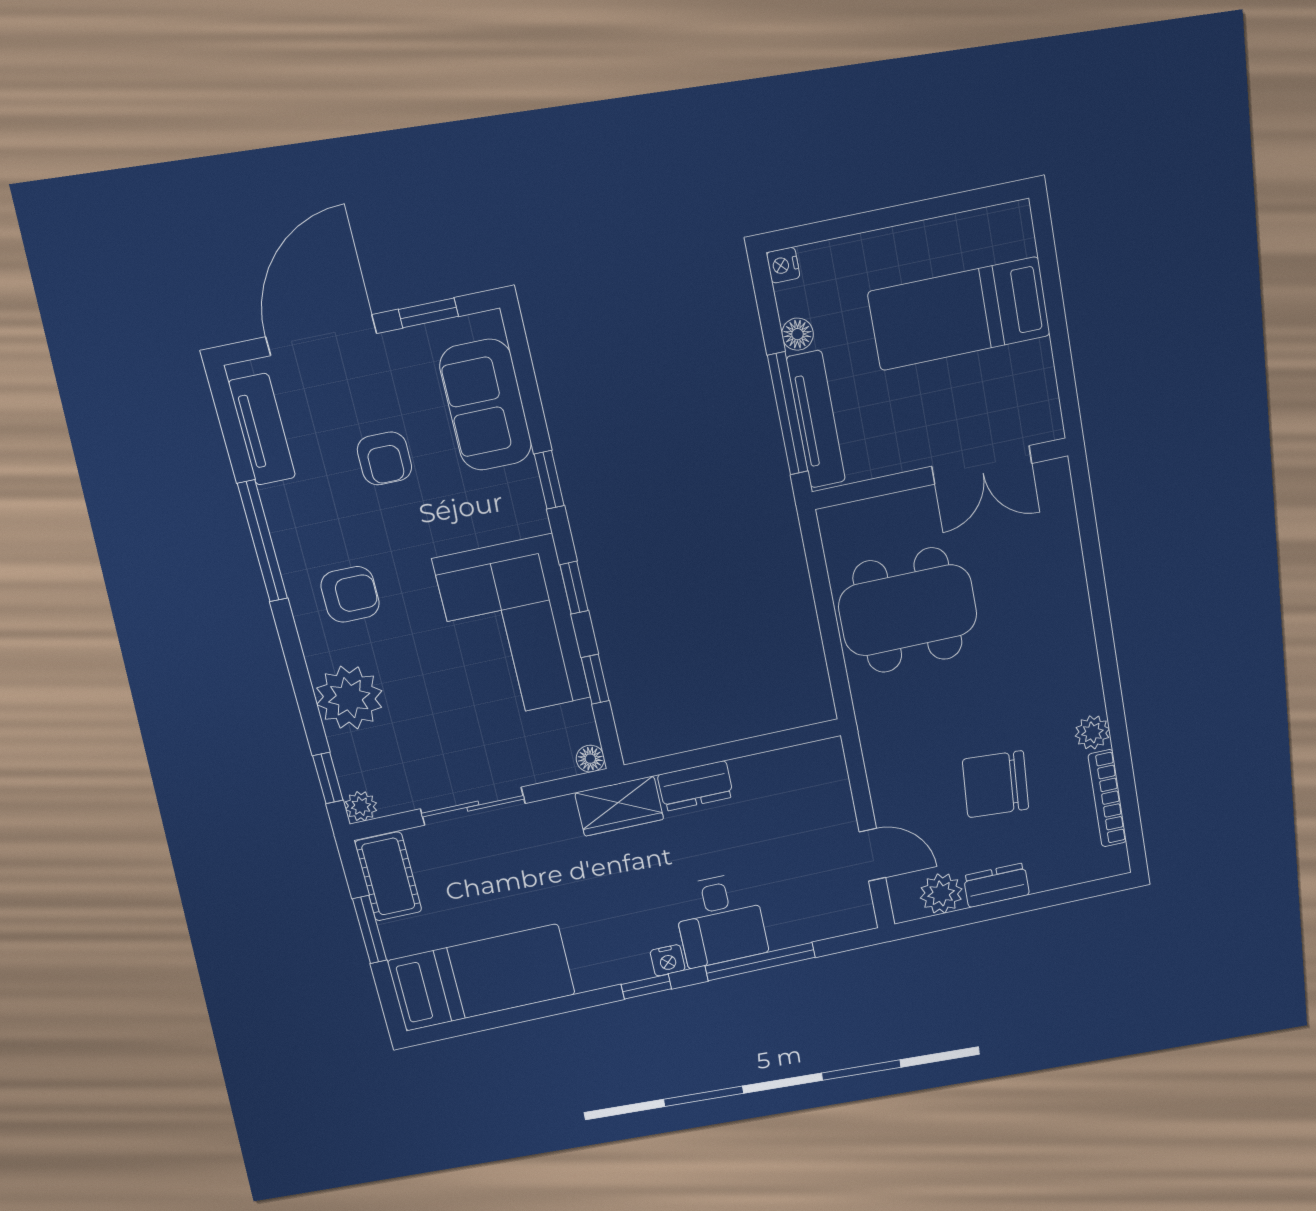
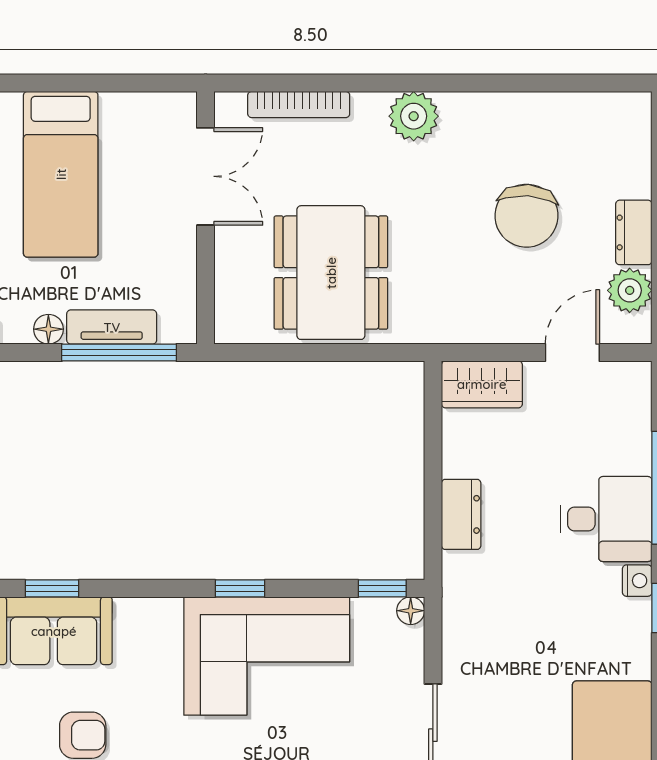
tv unit: (816, 419) -> (112, 327), width x0.71
window: (549, 480) -> (52, 588), moved
window: (595, 679) -> (382, 588), moved
plant: (1092, 732) -> (414, 116), moved, width x1.38, depth x1.38
bookcase: (1107, 798) -> (299, 104), moved
wardrobe: (619, 806) -> (482, 384), moved, turned 90

